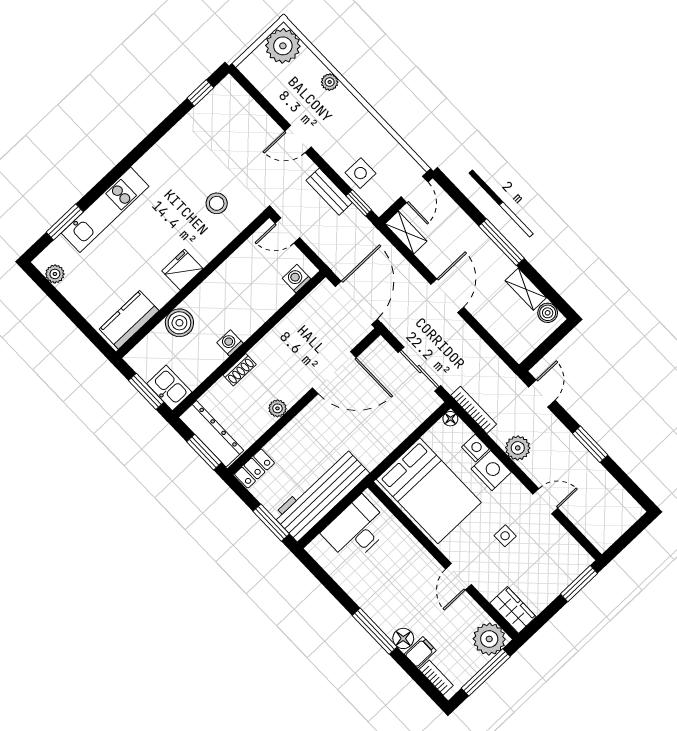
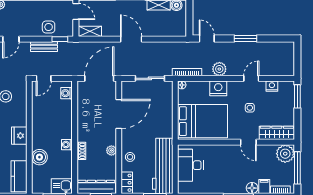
door: (356, 303) -> (99, 78), hinge flipped
stool: (292, 441) -> (130, 157), added
nightstand: (475, 448) -> (272, 86), moved
wardrobe: (513, 610) -> (277, 133), width x1.50

